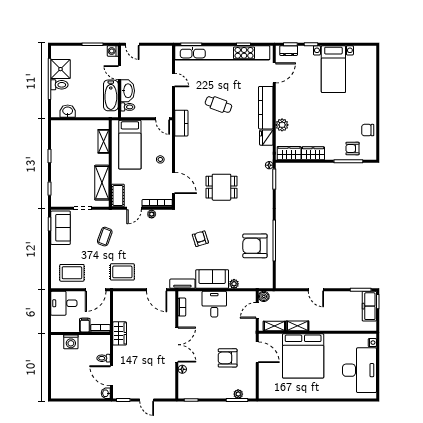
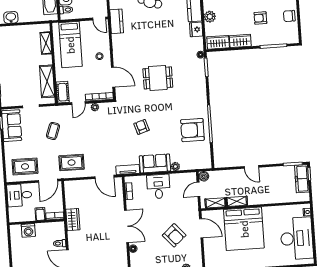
armchair: (352, 148) -> (260, 18), moved
armchair: (228, 358) -> (174, 235), turned -131

